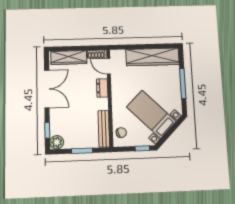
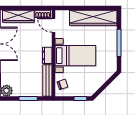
dresser: (102, 88) -> (47, 55), moved
bed with nightstands: (151, 114) -> (75, 56), moved, turned 135

